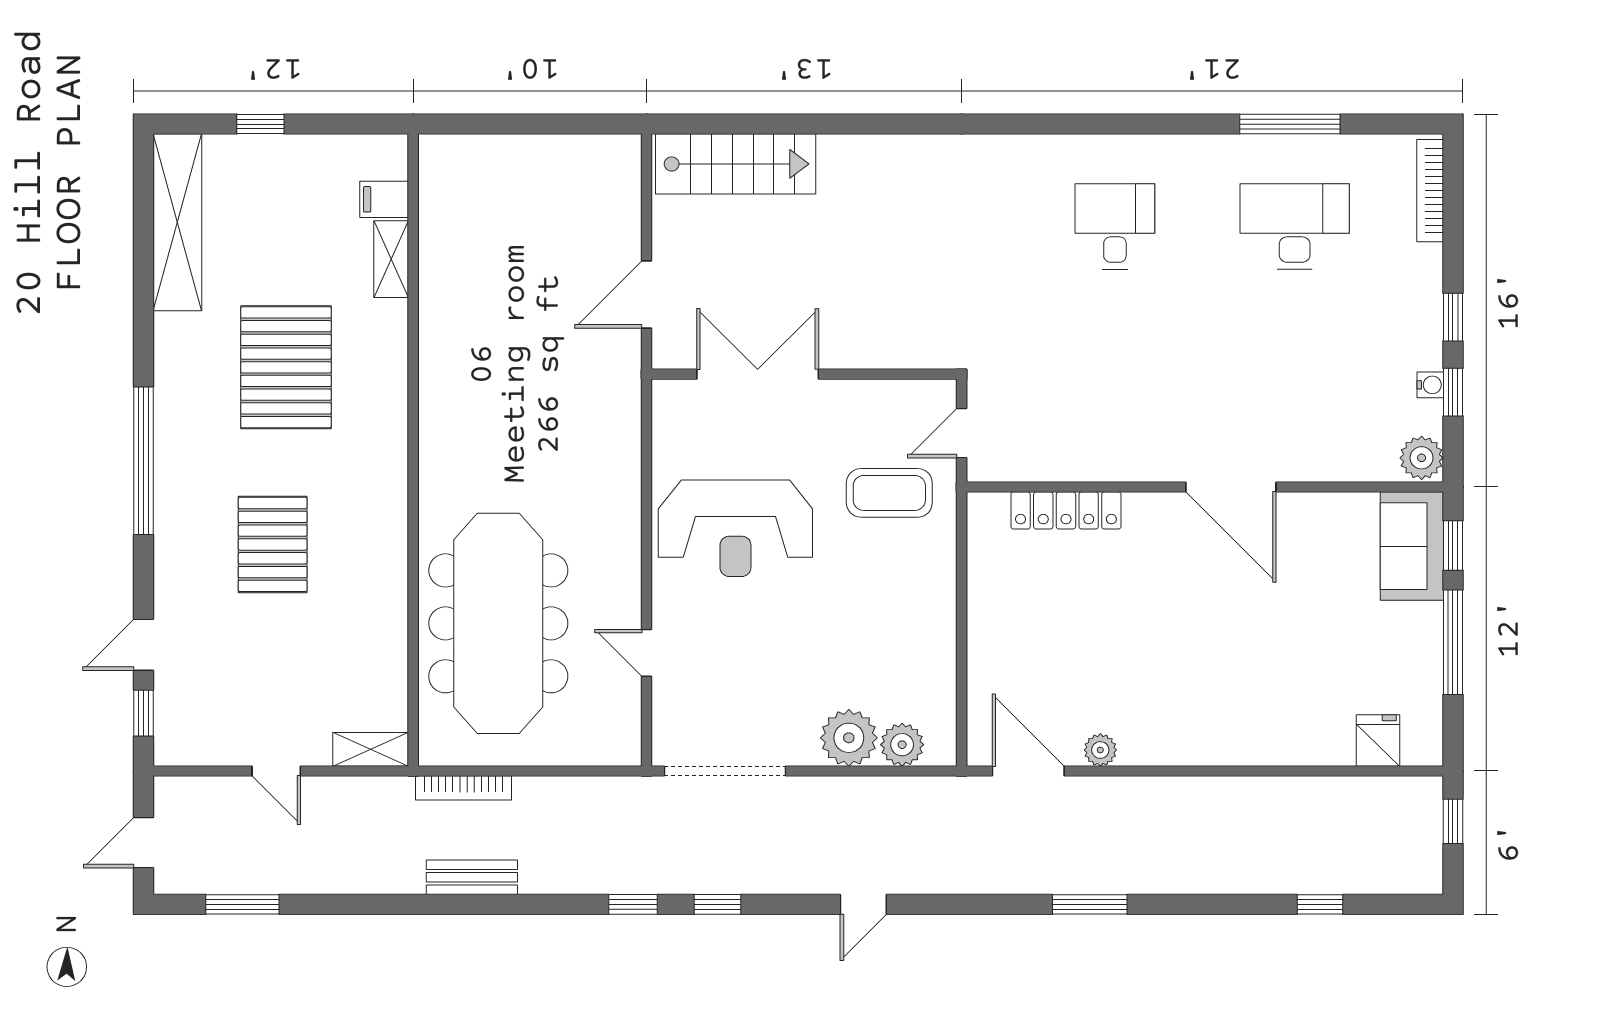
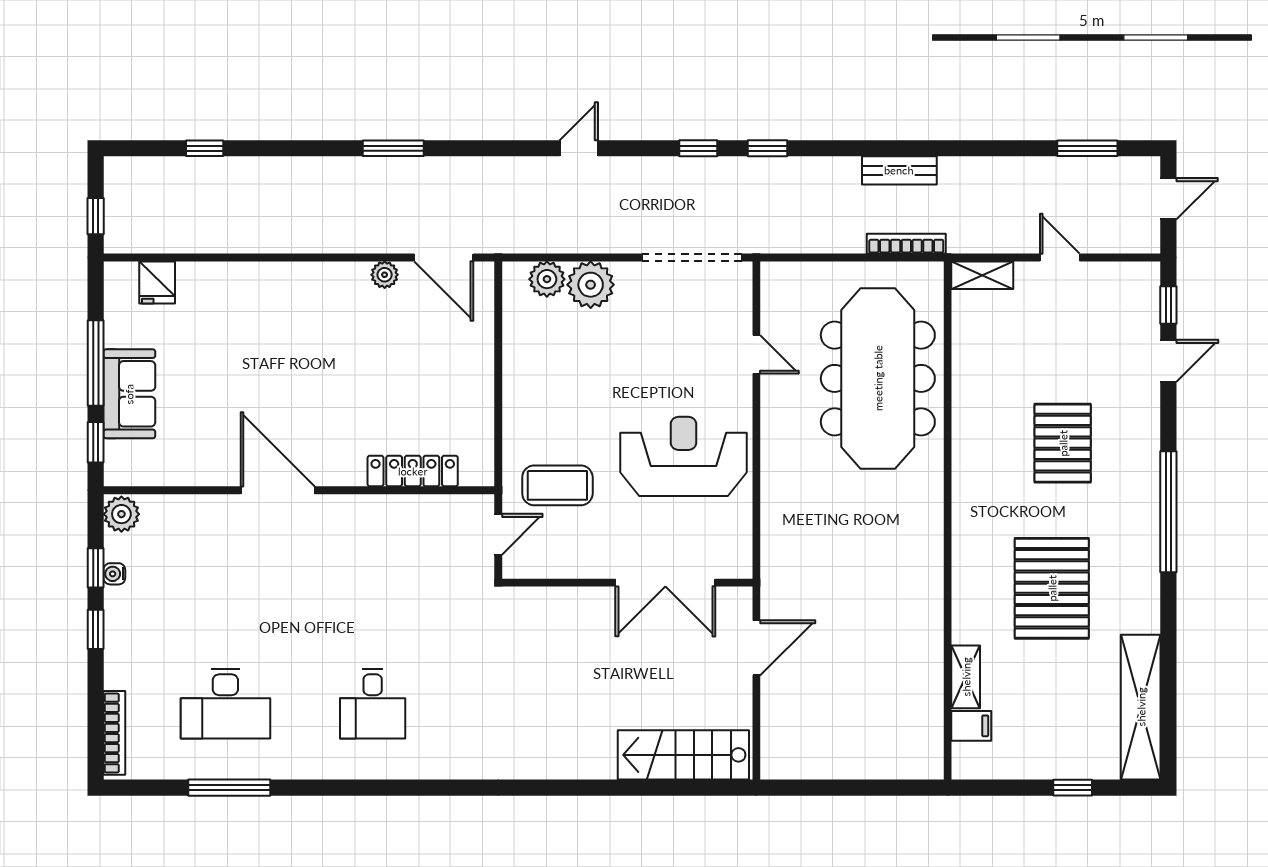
sofa: (1412, 546) -> (129, 394), moved

